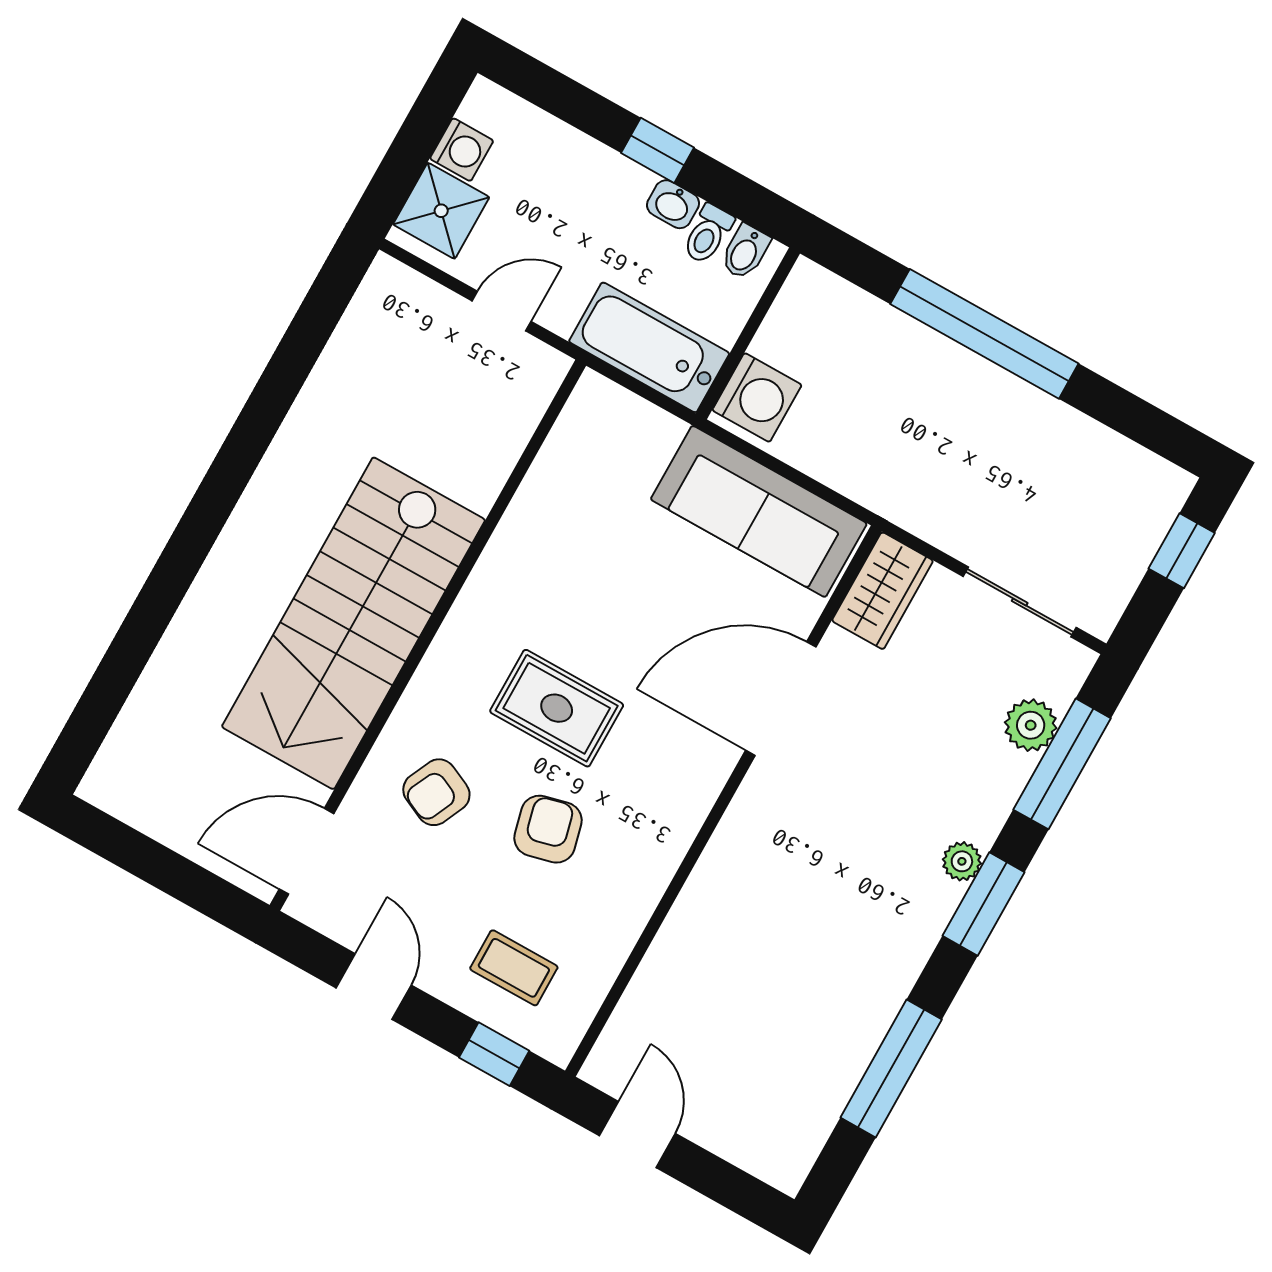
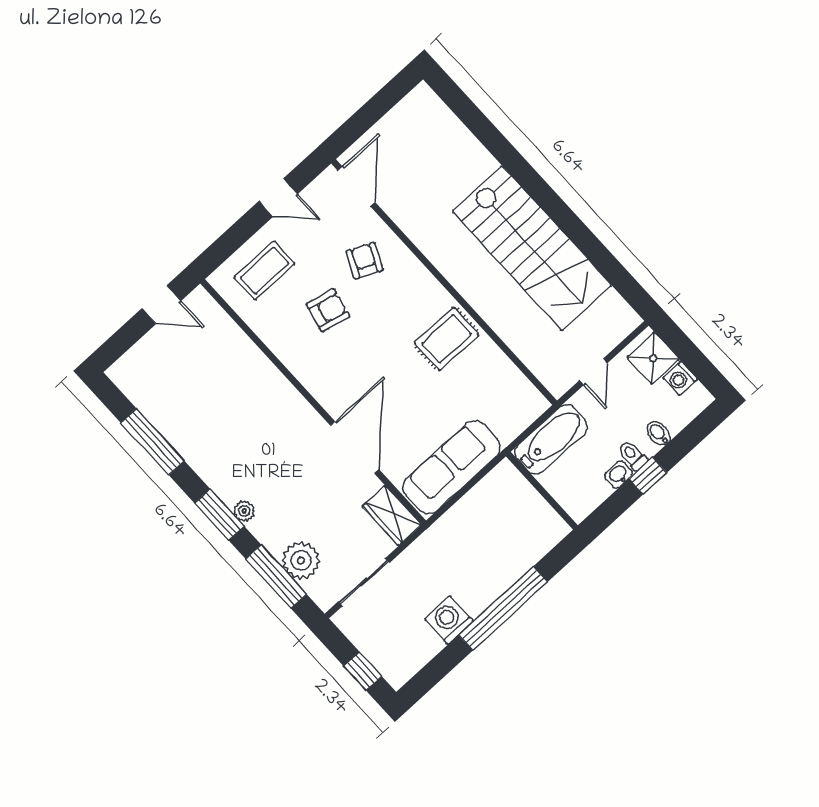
toilet: (708, 234) -> (633, 455), moved
bidet: (745, 252) -> (659, 433), moved
washing machine: (757, 397) -> (449, 620), moved, turned 90
stairs: (353, 623) -> (532, 248), moved, turned 180
rug: (557, 708) -> (446, 339), moved
plant: (1031, 725) -> (301, 560), width x1.36, depth x1.36
armchair: (548, 829) -> (328, 310), turned -63
coffee table: (514, 968) -> (264, 270), width x1.36, depth x1.30
window: (494, 1054) -> (225, 247), removed

